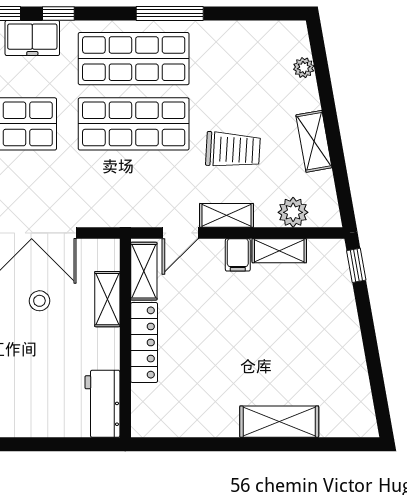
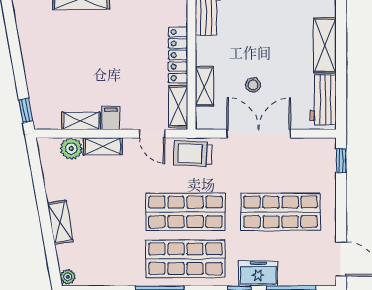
plant: (304, 68) -> (68, 277), moved
shelving: (314, 141) -> (60, 222), moved
trolley: (233, 150) -> (193, 154), moved
shelving: (227, 215) -> (103, 146), moved
door: (180, 233) -> (152, 134), swing flipped

